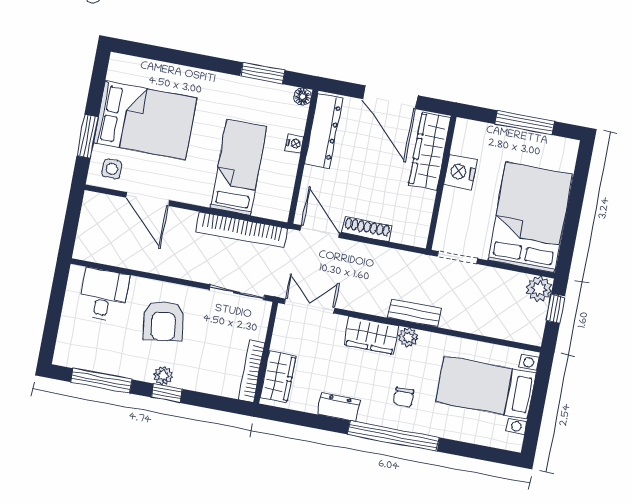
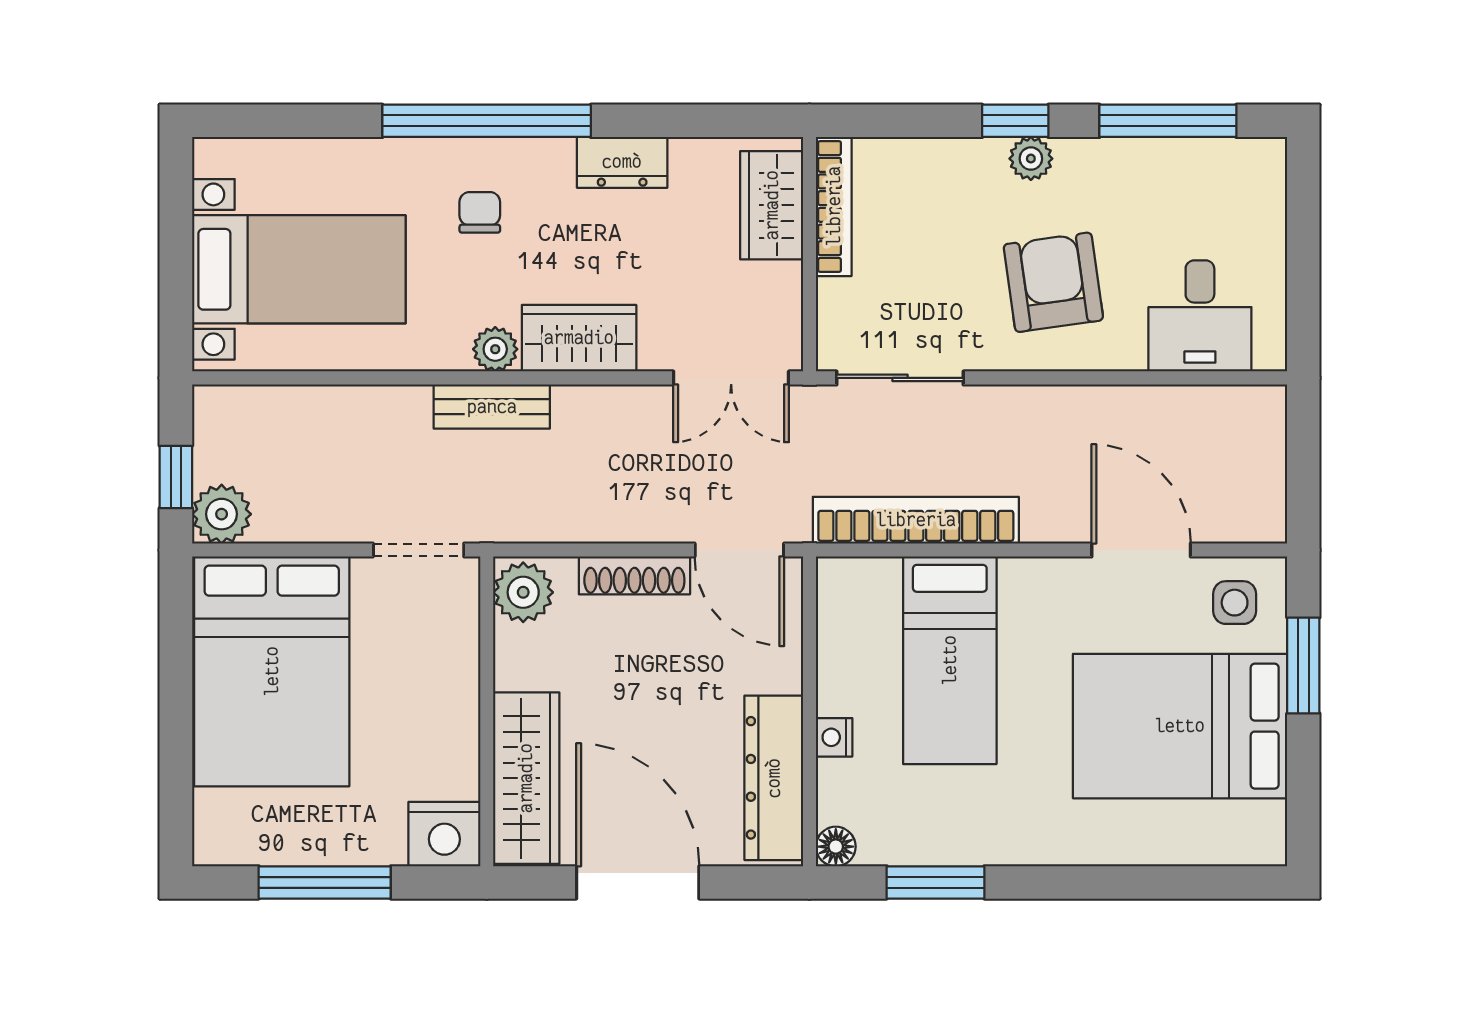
nightstand: (460, 172) -> (444, 834), moved, turned 90
plant: (416, 231) -> (523, 592), added

